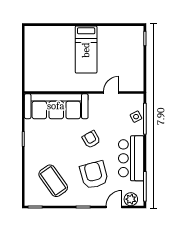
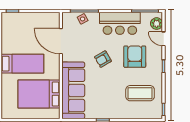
bed: (52, 68) -> (39, 94), added
door: (111, 92) -> (61, 41), width x1.87
armchair: (94, 175) -> (135, 57), turned 105
coffee table: (53, 181) -> (140, 93), turned 35

